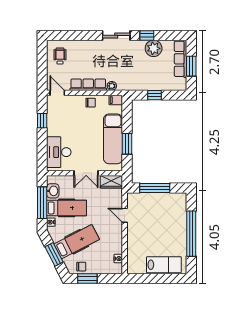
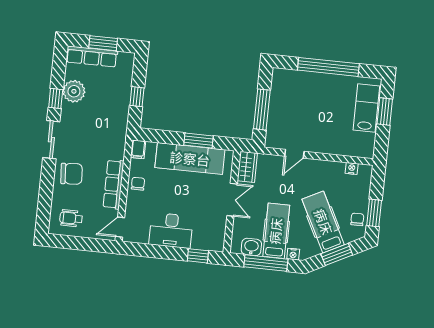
chair: (93, 53) -> (71, 174), added
plant: (112, 86) -> (119, 153), removed
window: (42, 121) -> (198, 256), moved
desk: (59, 152) -> (171, 230), moved
window: (163, 279) -> (385, 112), added

